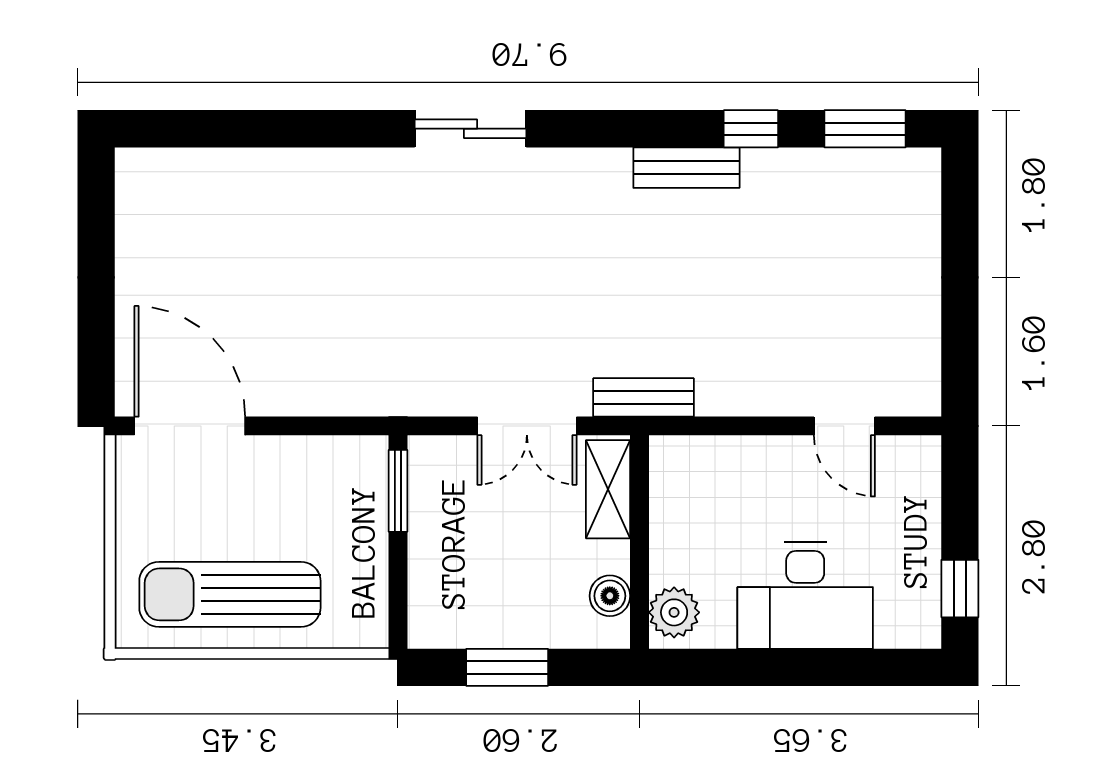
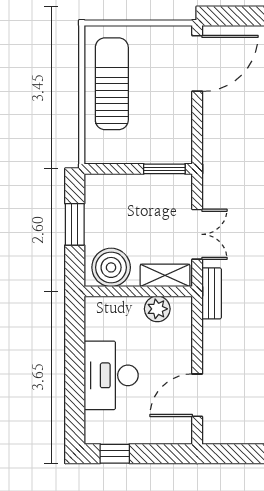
double door: (527, 426) -> (197, 234), swing flipped
door: (844, 426) -> (197, 395), width x1.38
boiler: (610, 596) -> (111, 267), width x1.86, depth x1.86
plant: (674, 612) -> (157, 309), moved

